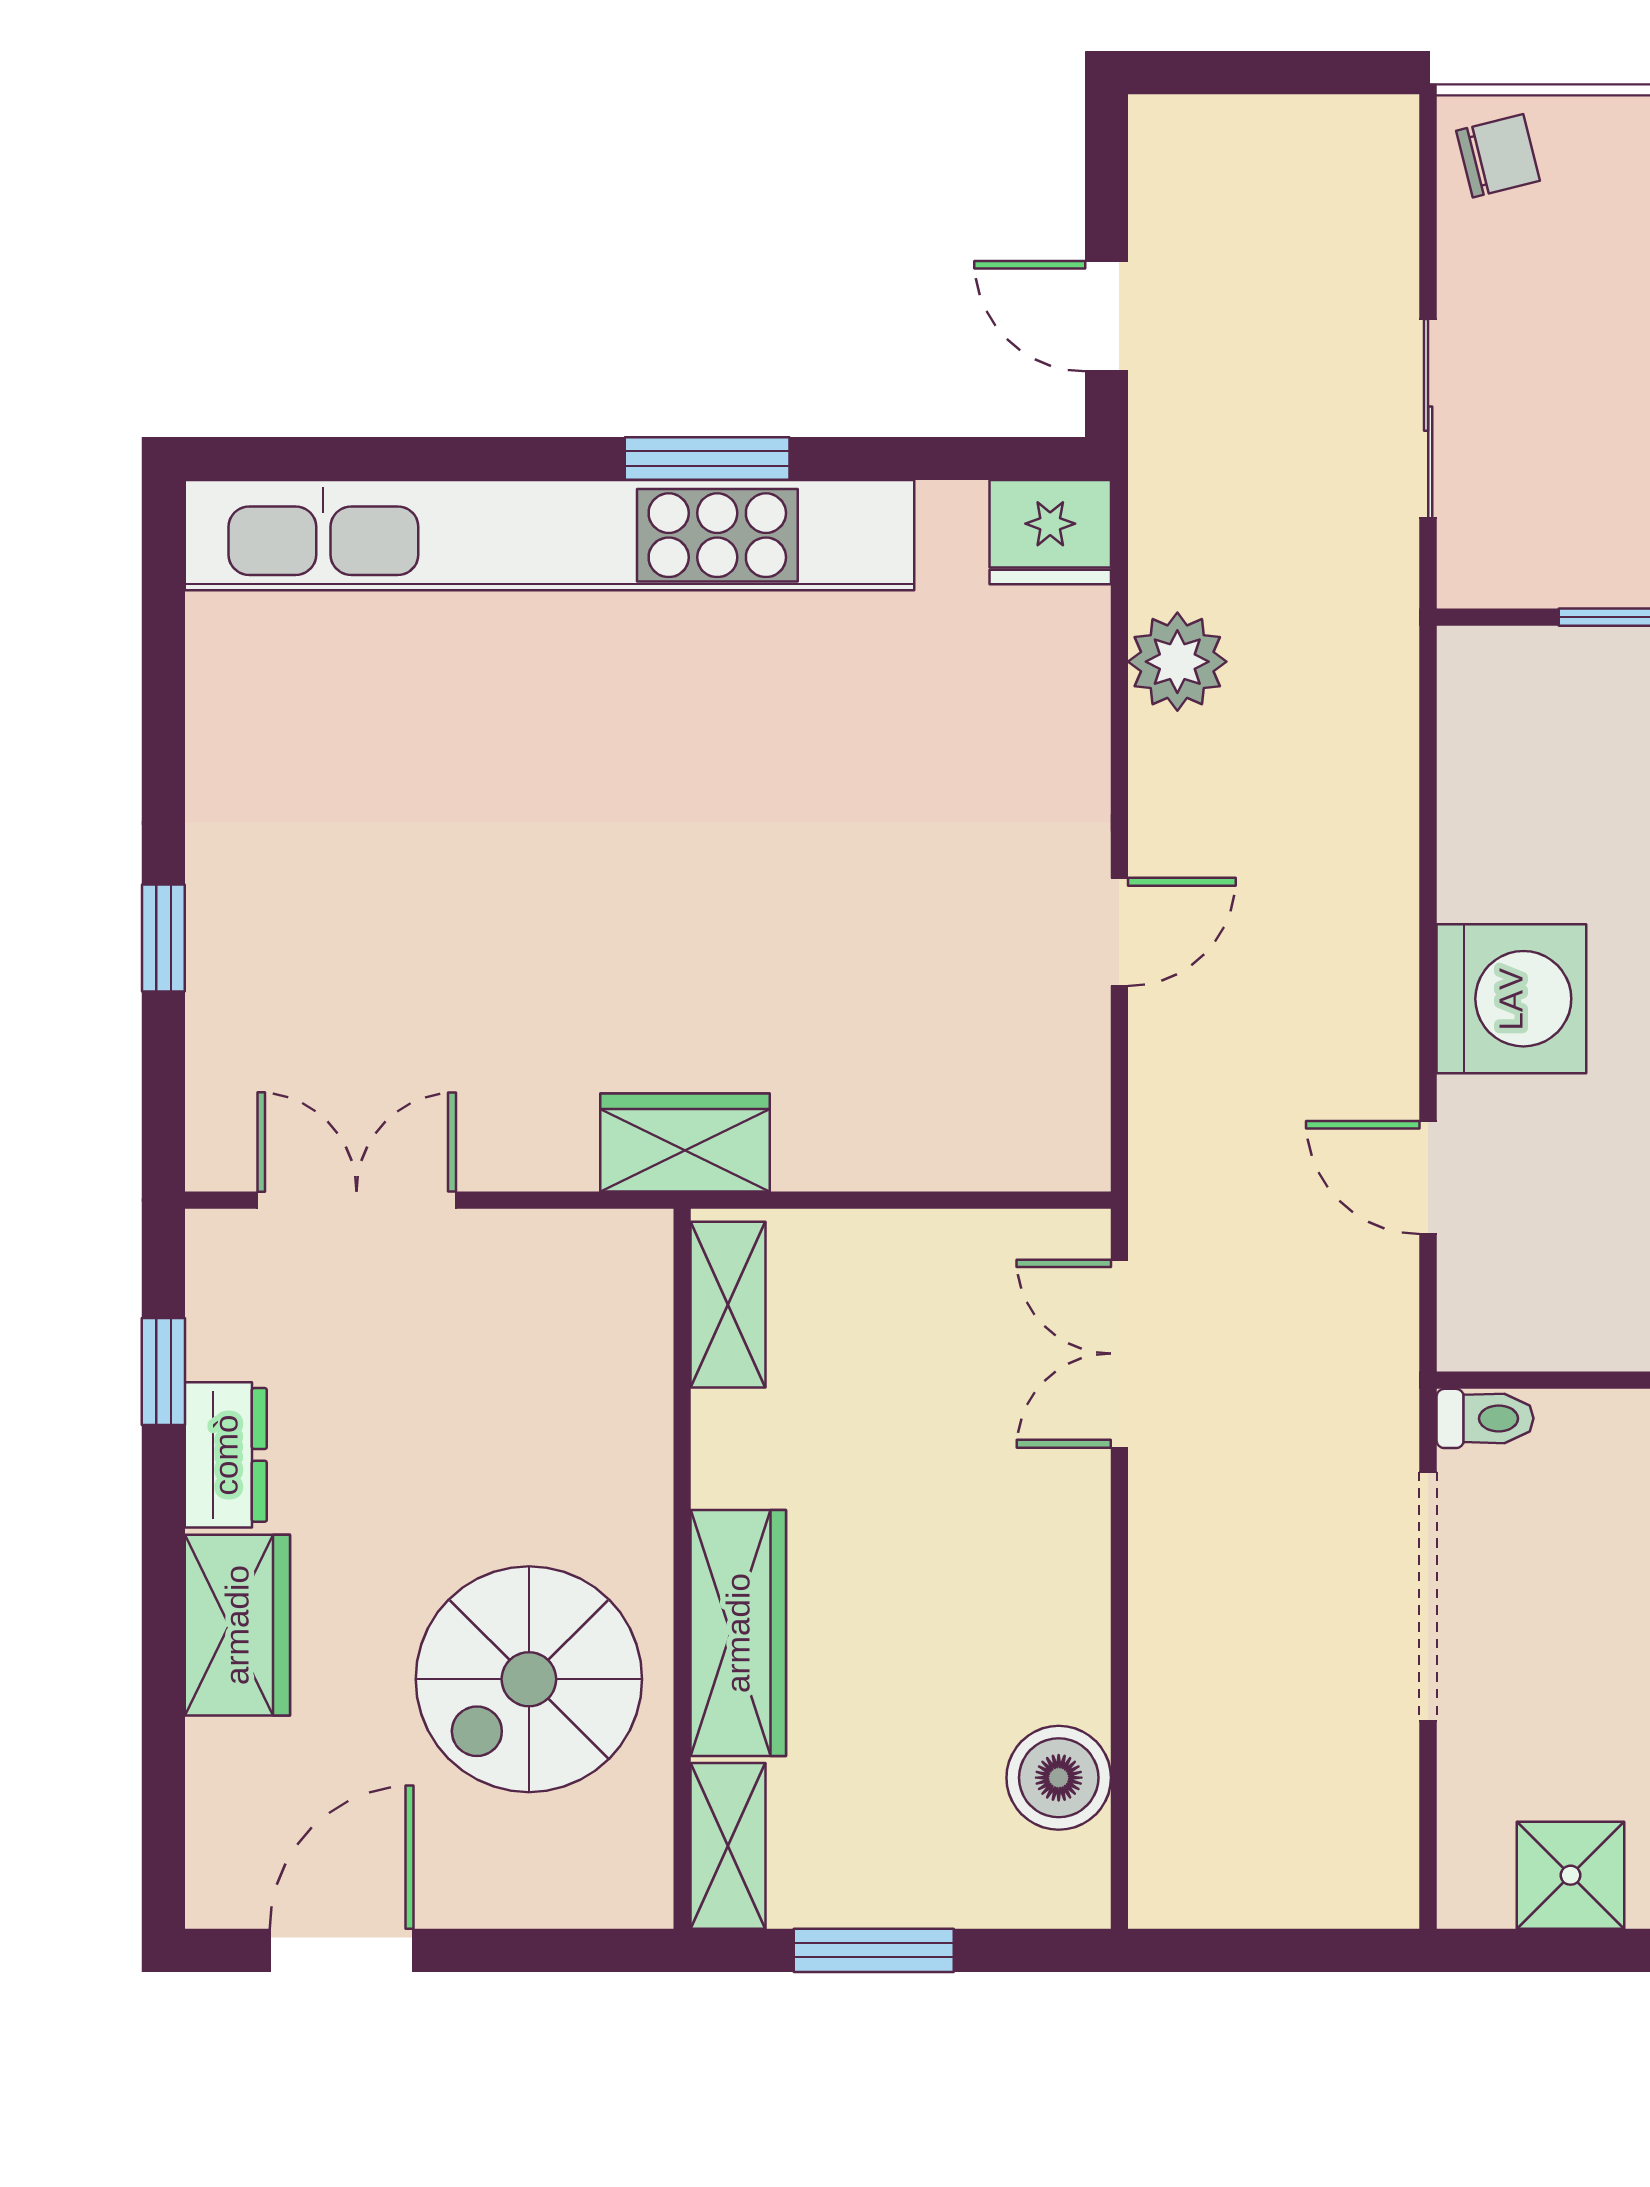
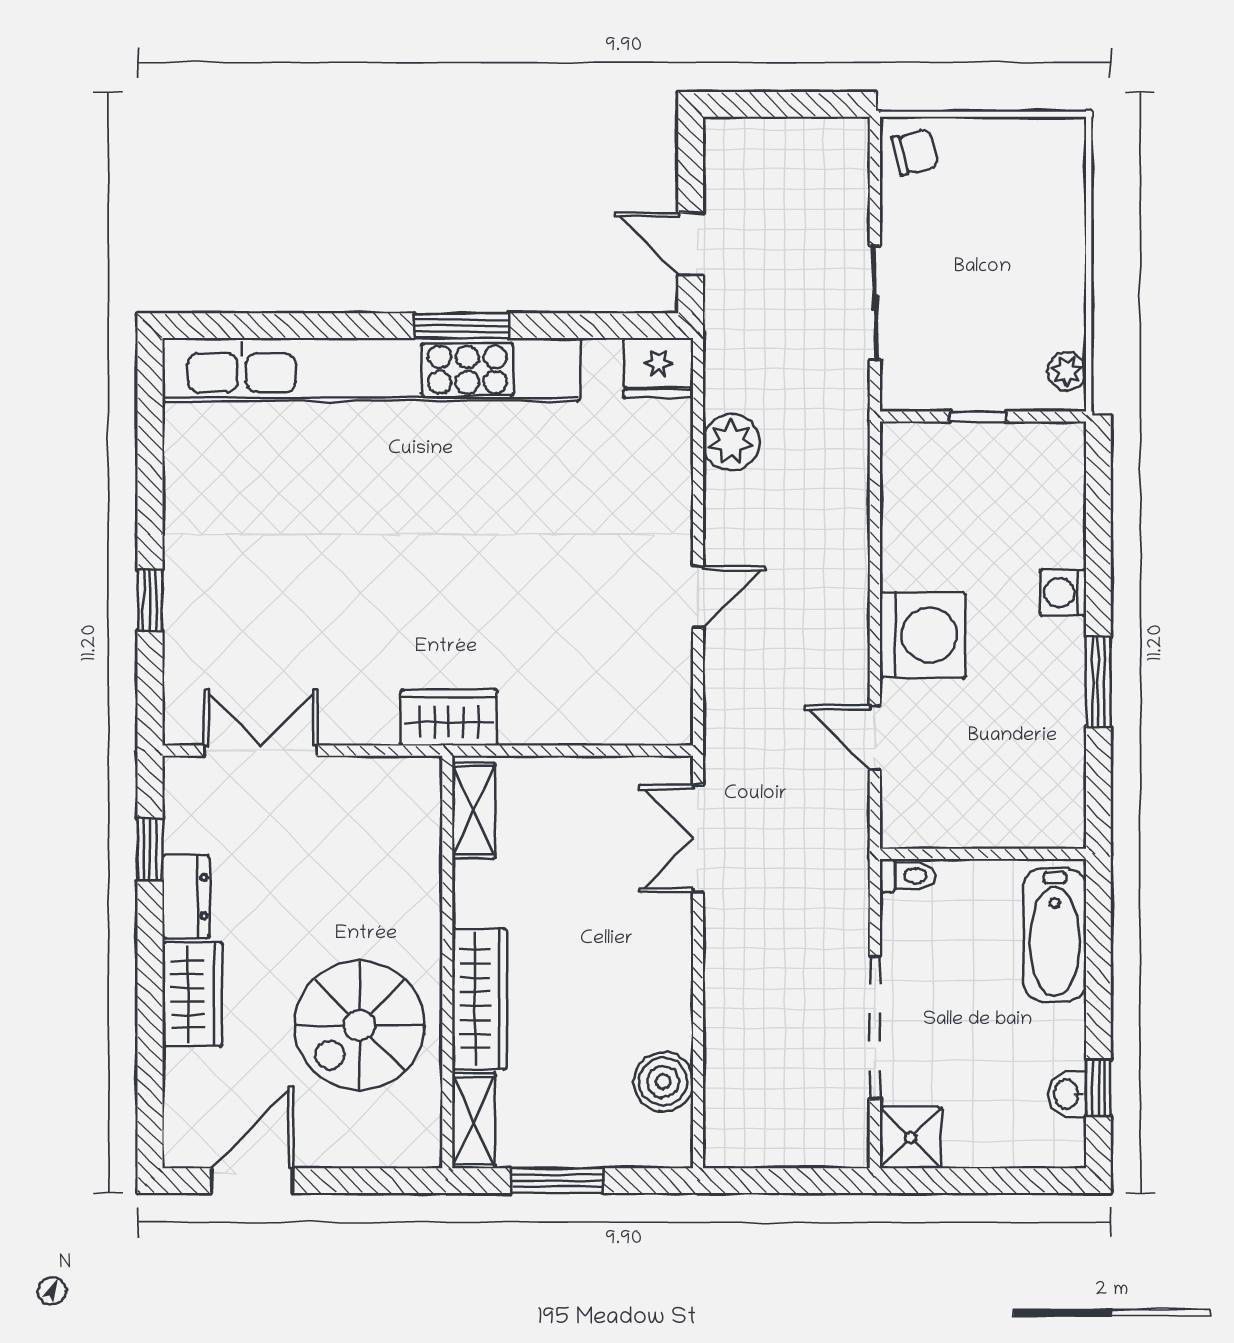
doorway: (1428, 1596) -> (875, 1027), moved
shower: (1571, 1875) -> (911, 1138), moved

